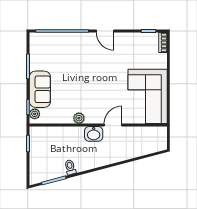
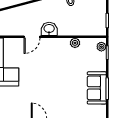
sofa: (40, 89) -> (97, 88), moved
plant: (79, 118) -> (75, 43), moved

